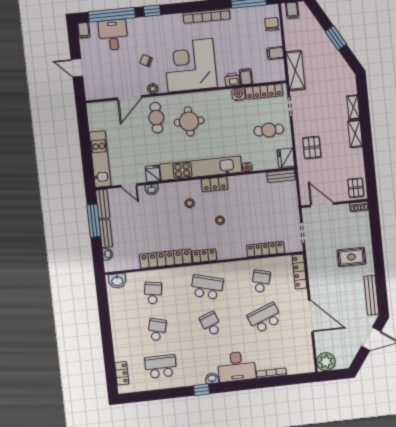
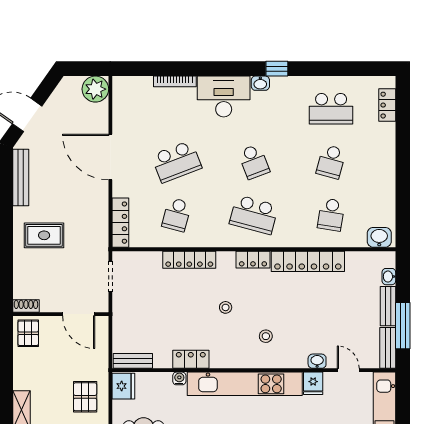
locker: (215, 184) -> (191, 359), moved
locker: (265, 249) -> (189, 260), moved

